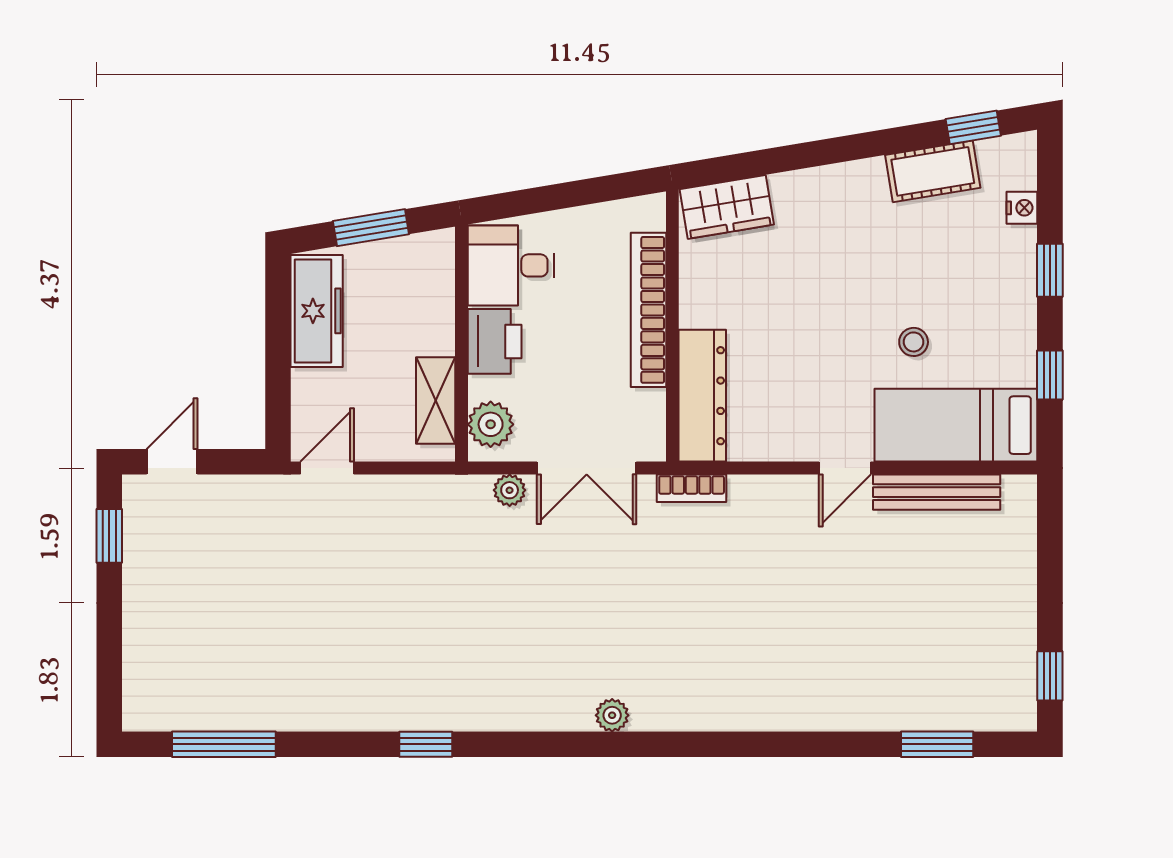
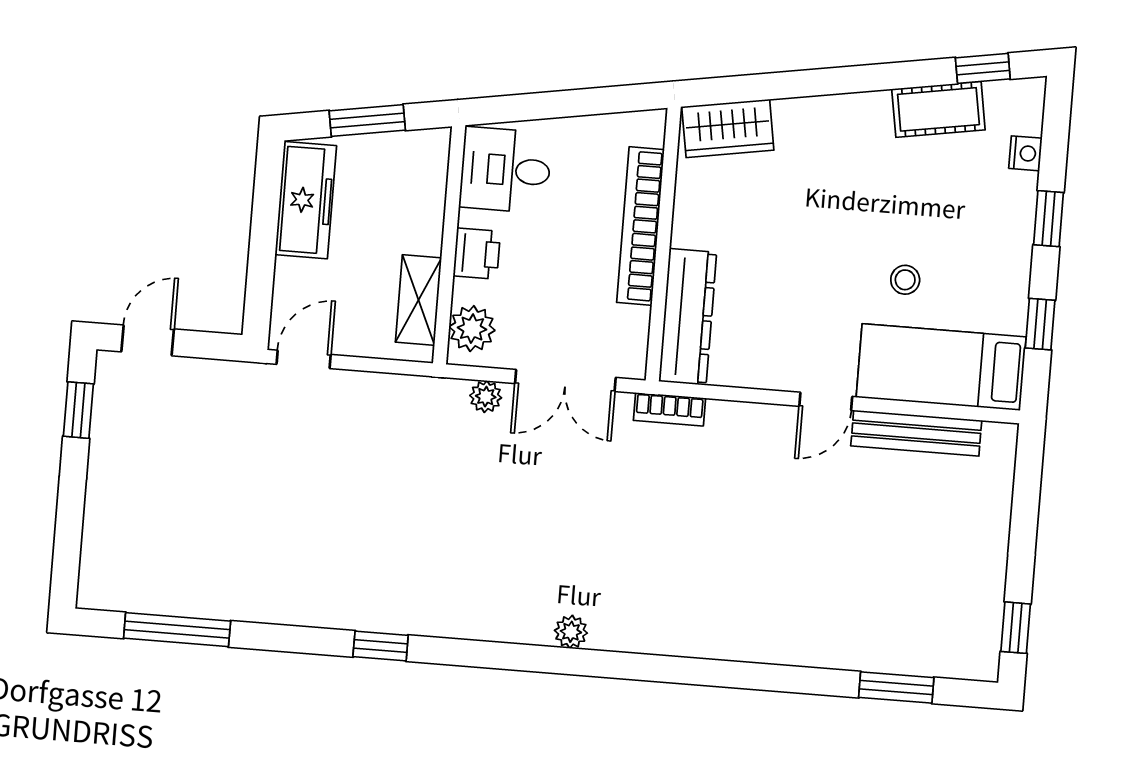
printer: (495, 341) -> (477, 254), width x0.73, depth x0.81

